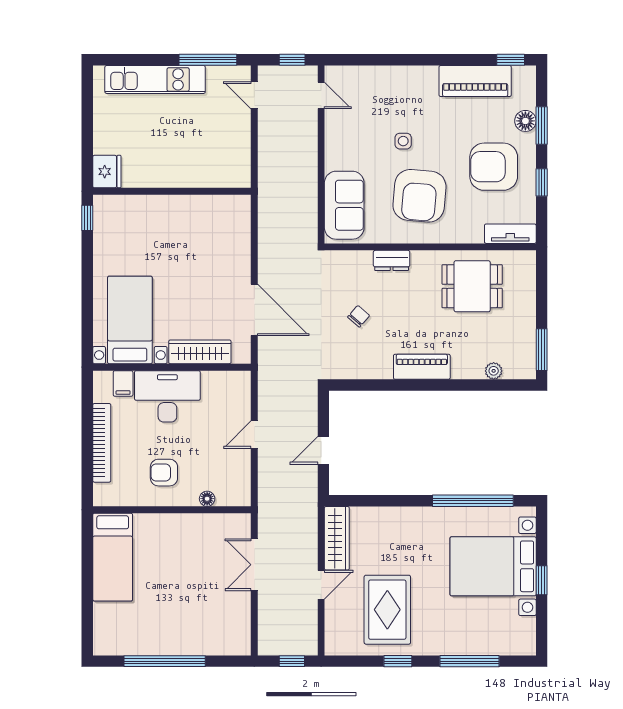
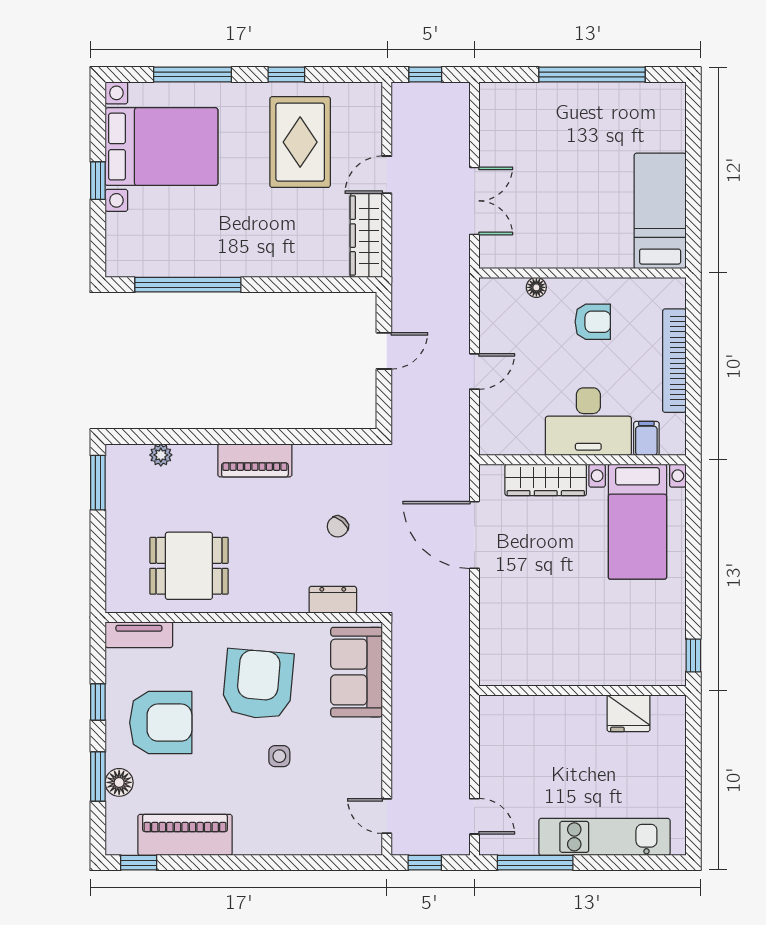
fridge: (107, 172) -> (629, 713), moved, turned -90
dresser: (392, 260) -> (333, 600), moved
bed with nightstands: (493, 566) -> (162, 147), moved

